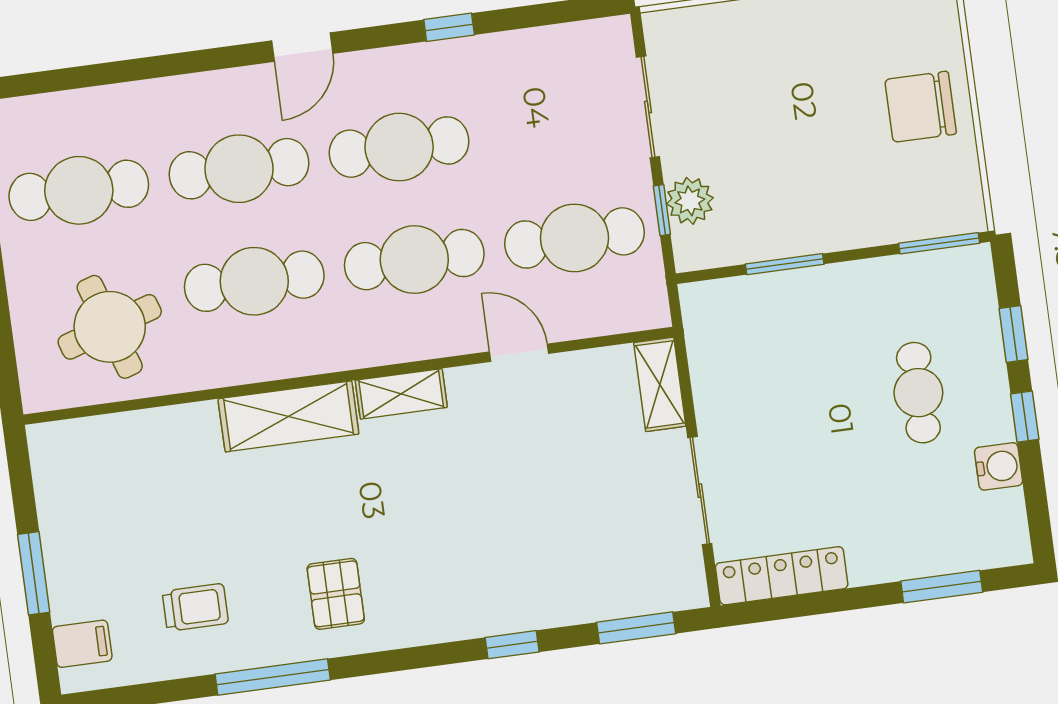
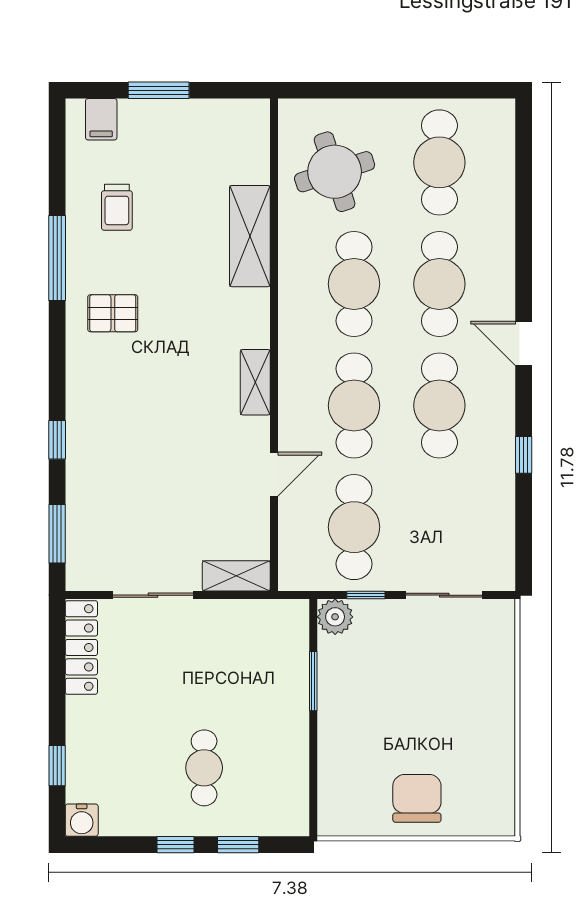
plant: (690, 201) -> (335, 617), moved
window: (939, 243) -> (313, 798), removed
cafe table: (918, 393) -> (204, 768), turned 90
shelving: (288, 416) -> (250, 236), moved
water cooler: (999, 466) -> (82, 820), moved
window: (942, 587) -> (57, 766), width x0.67

